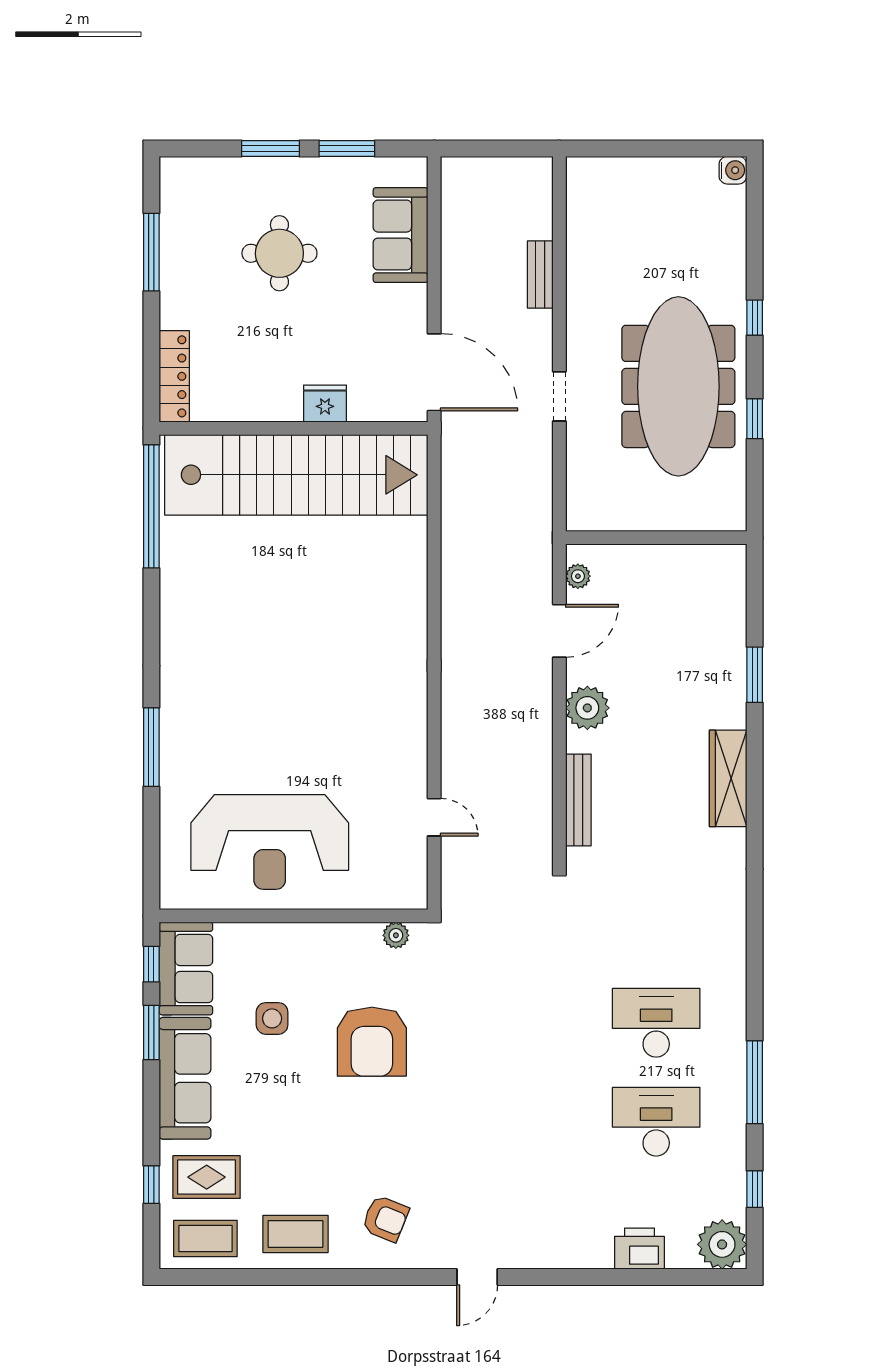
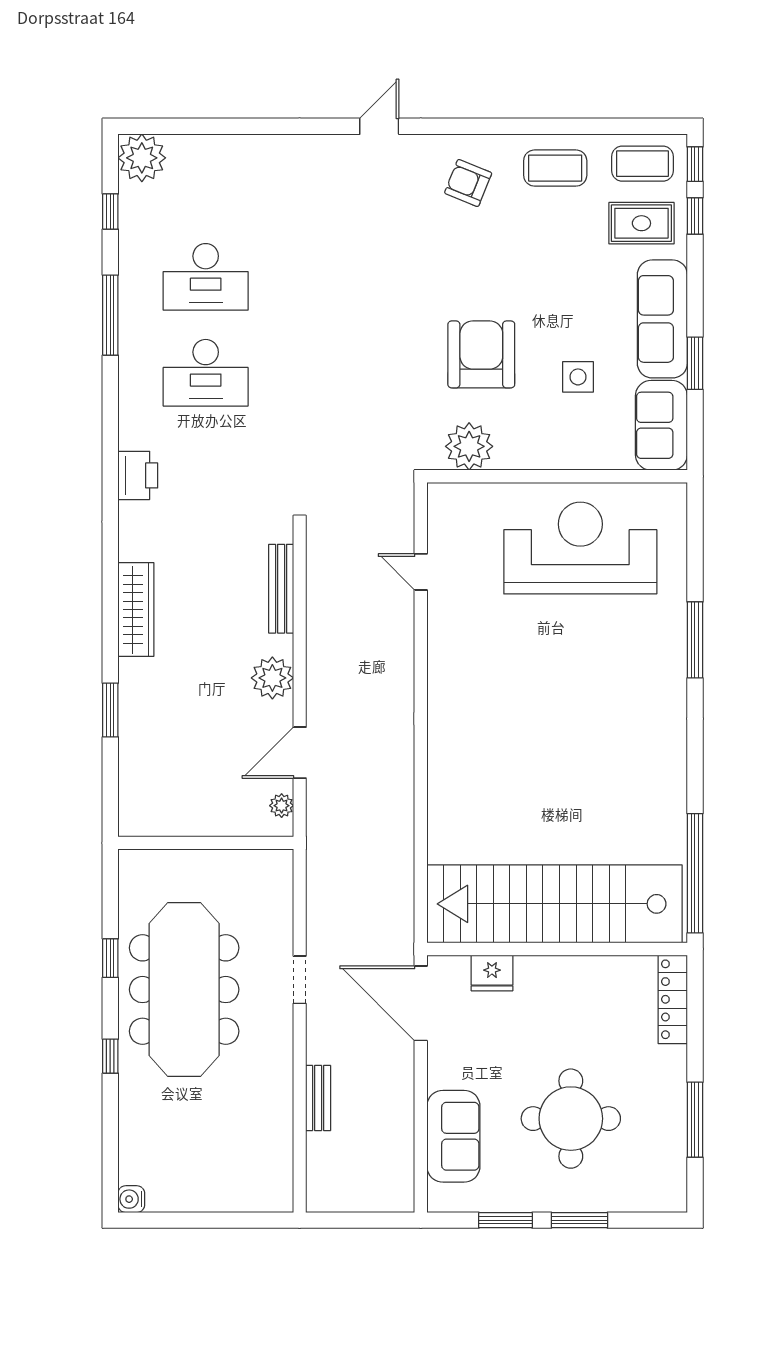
round table: (279, 253) -> (571, 1119), width x1.36, depth x1.36
fridge: (325, 404) -> (492, 973), moved
plant: (396, 935) -> (469, 446), width x1.87, depth x1.87
window: (151, 964) -> (695, 164), moved
printer: (639, 1249) -> (138, 475), moved, turned -90

